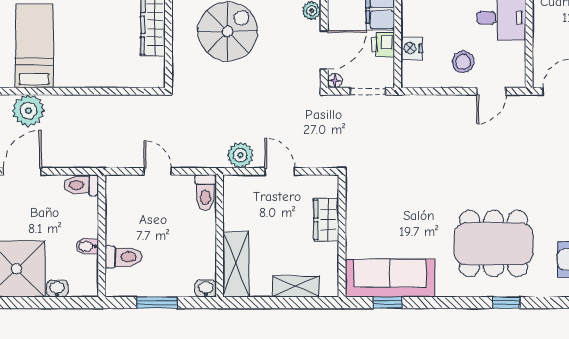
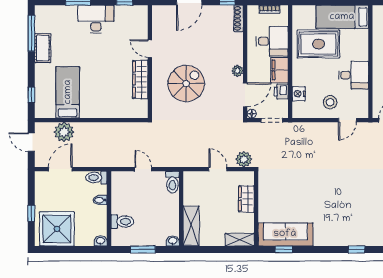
plant: (240, 155) -> (244, 159), moved
dining table: (494, 244) -> (349, 213), removed
bidet: (87, 246) -> (100, 200), moved
shelving: (296, 287) -> (240, 240), moved
washbasin: (57, 289) -> (100, 241), moved

